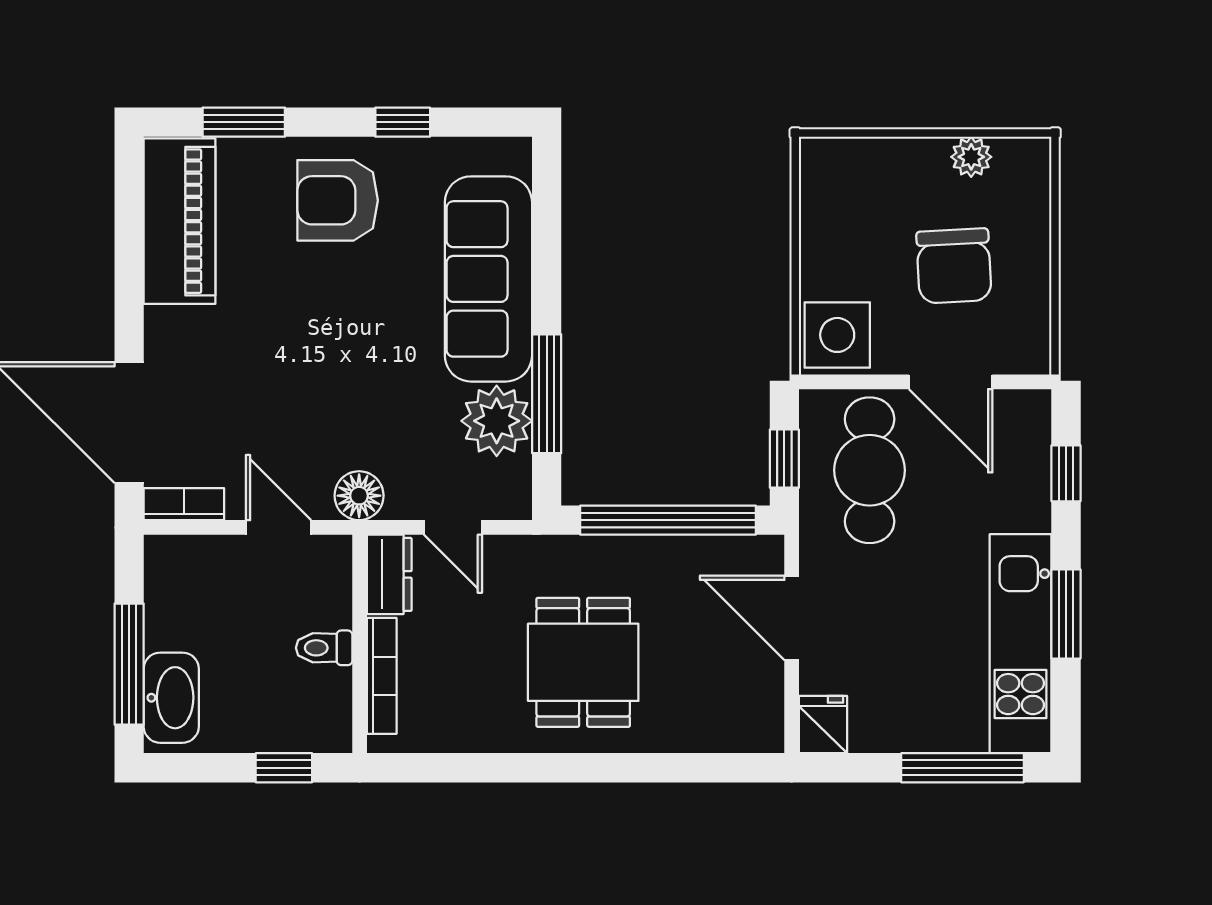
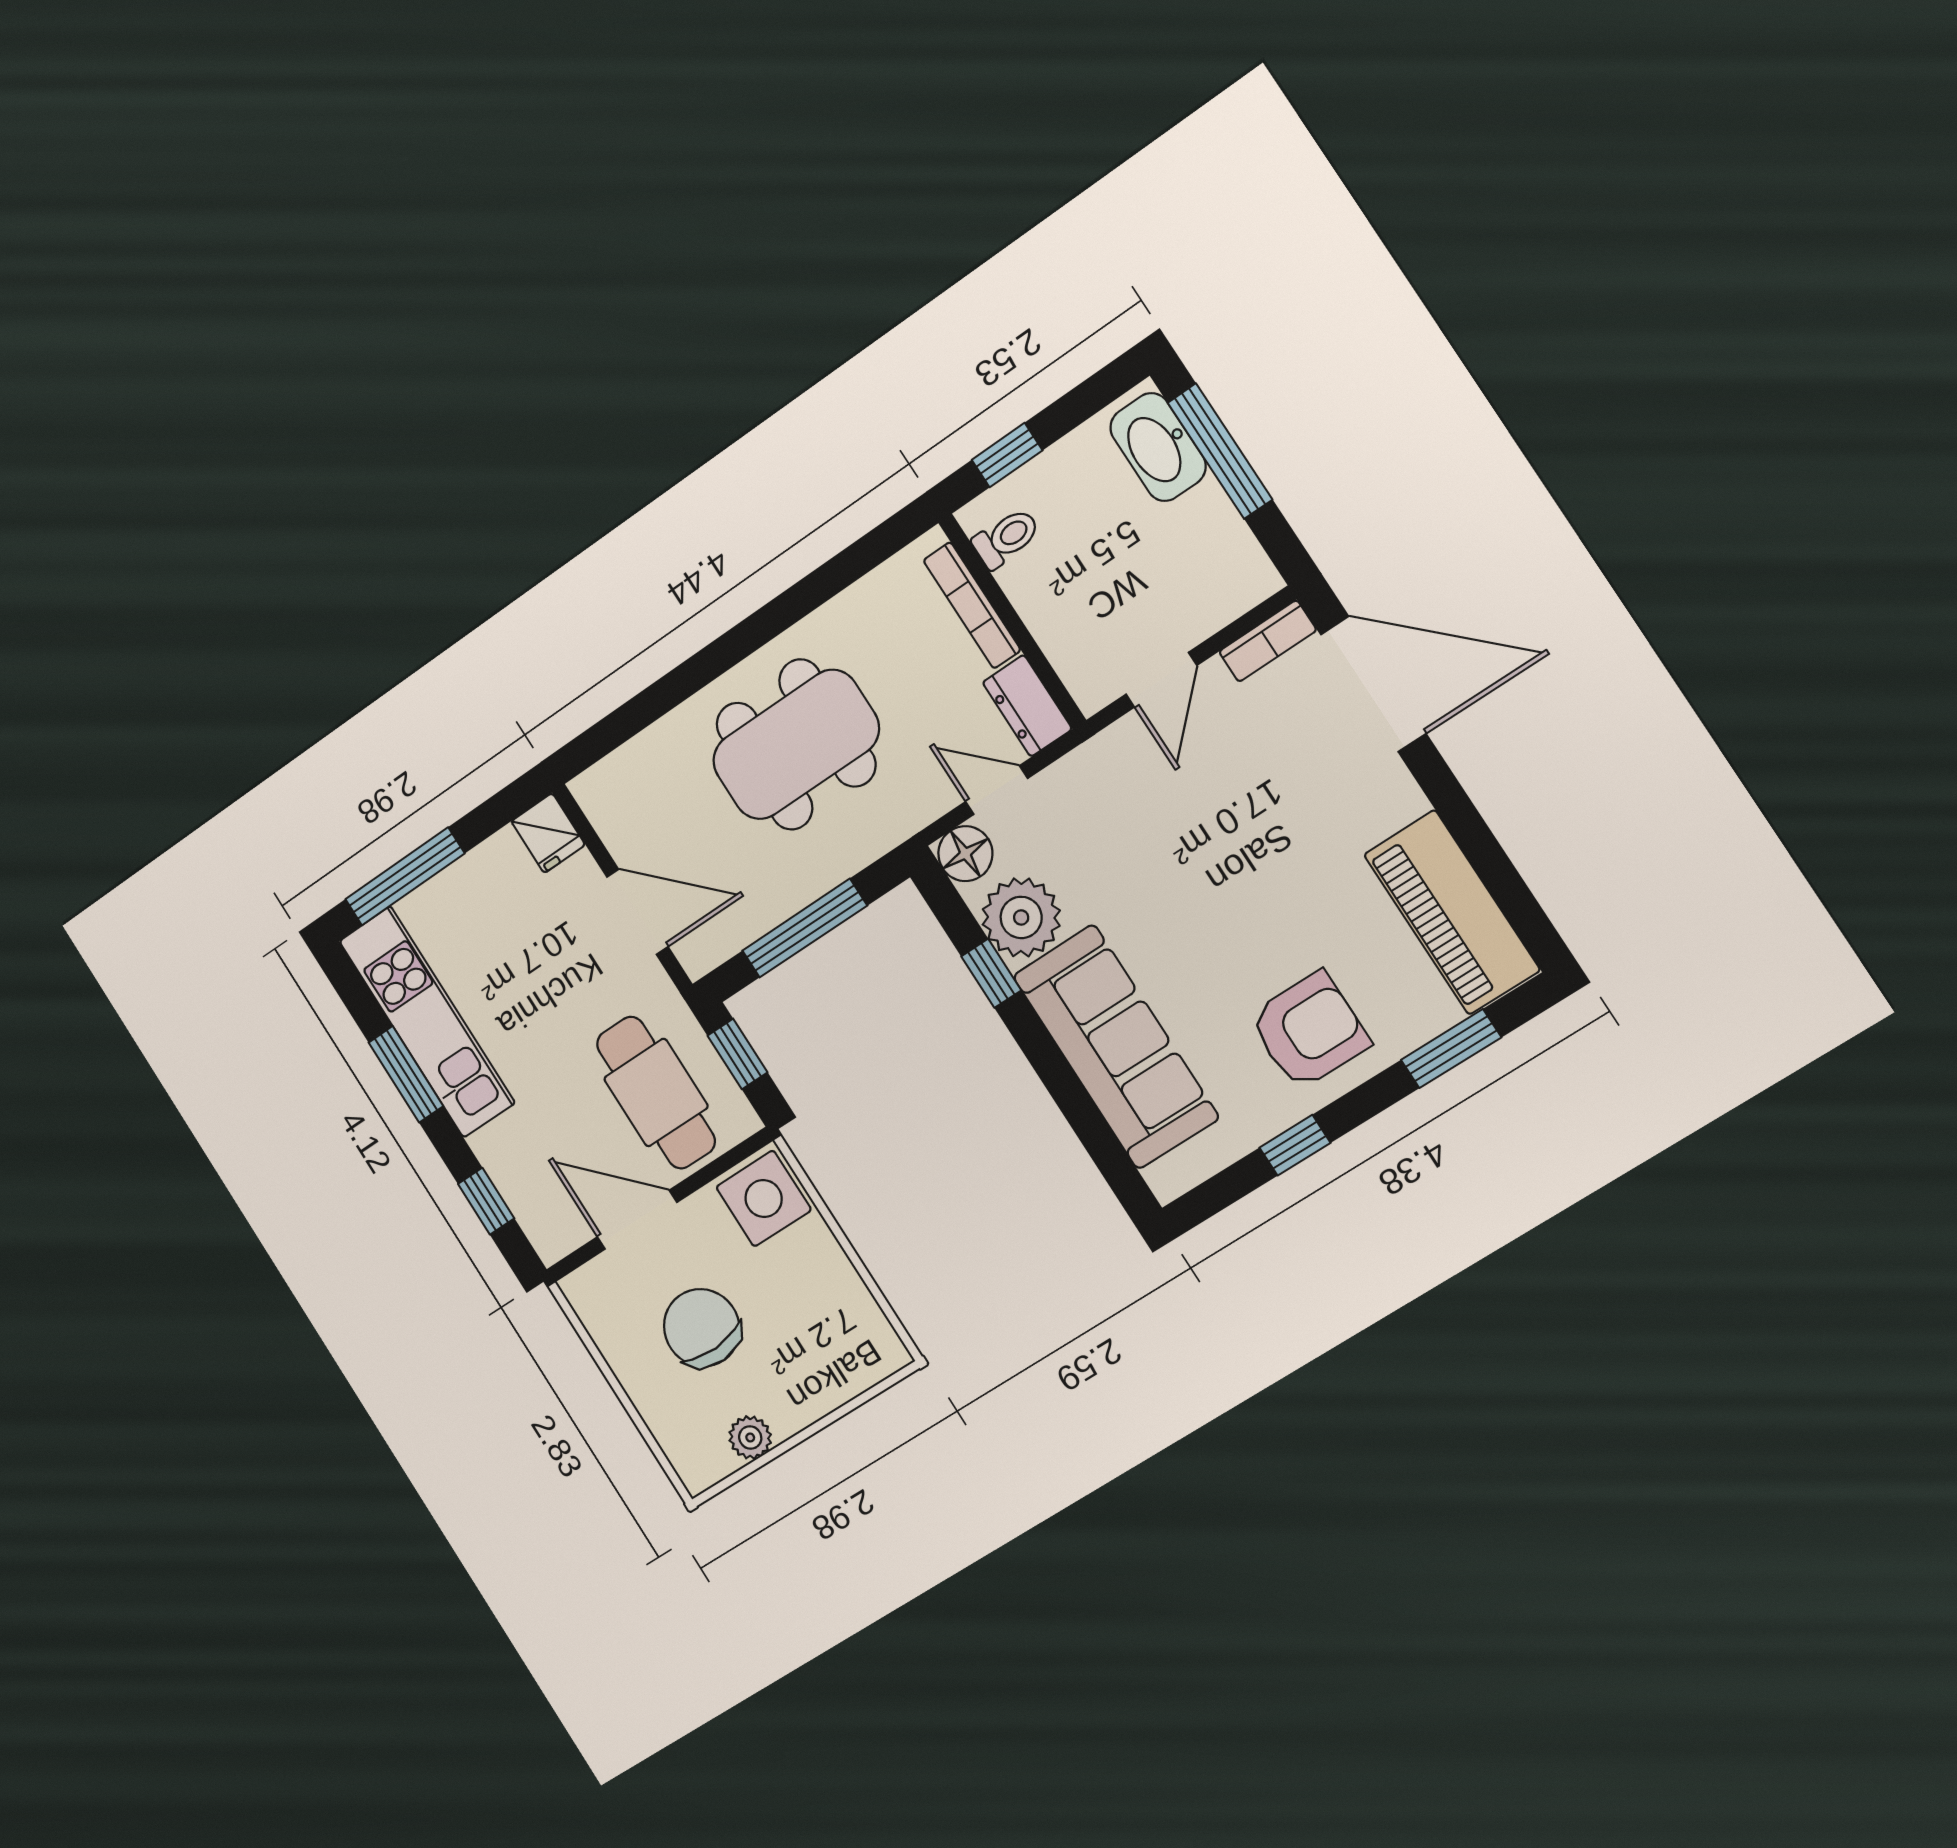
window: (547, 394) -> (991, 973), width x0.46
floor lamp: (359, 496) -> (965, 854), moved
window: (668, 520) -> (805, 928), width x0.68
door: (278, 527) -> (1161, 680), hinge flipped
toilet: (324, 648) -> (1006, 538), moved
dining table: (583, 662) -> (796, 745), width x1.38

